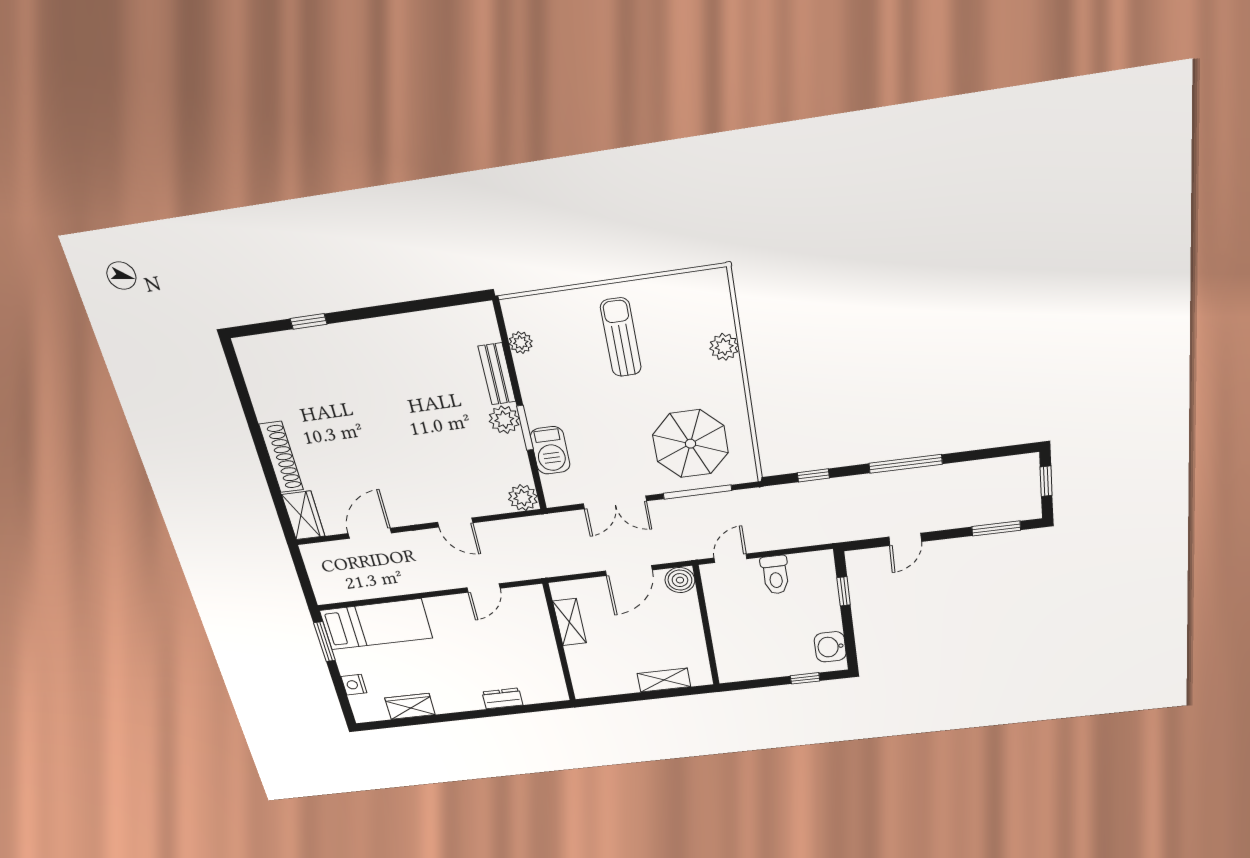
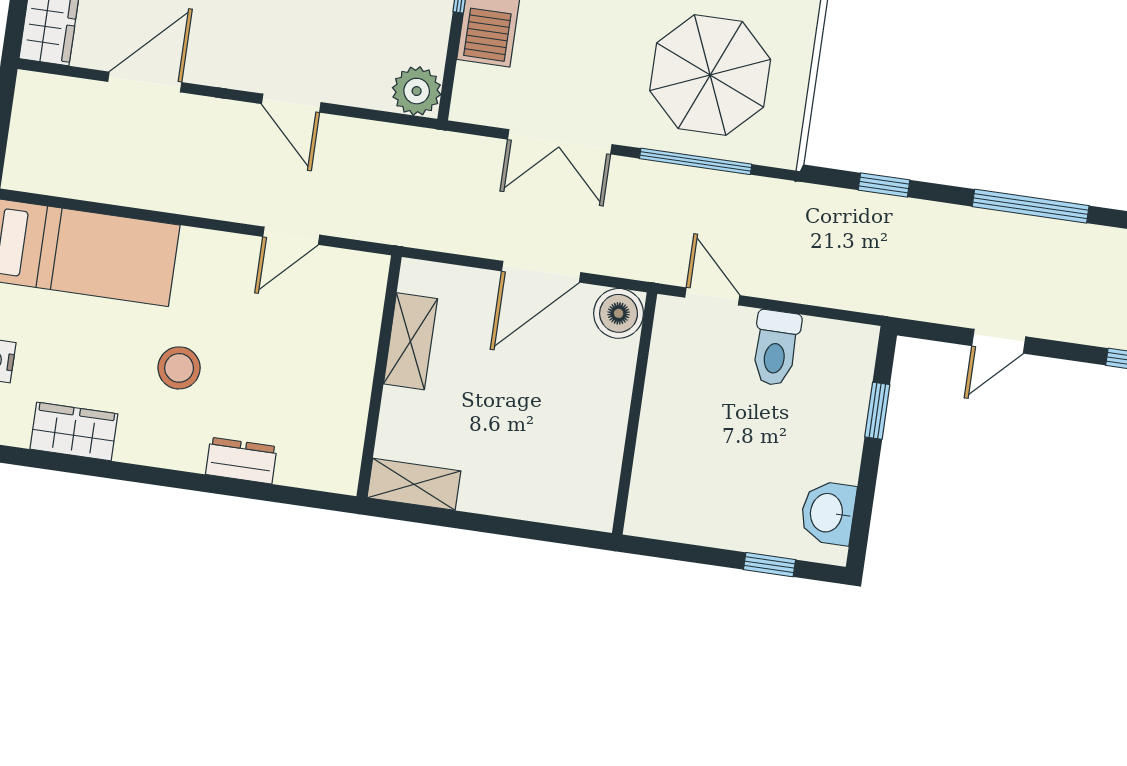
door: (730, 558) -> (712, 296), hinge flipped
stool: (451, 665) -> (179, 368), added
shelving: (664, 680) -> (414, 484), moved

